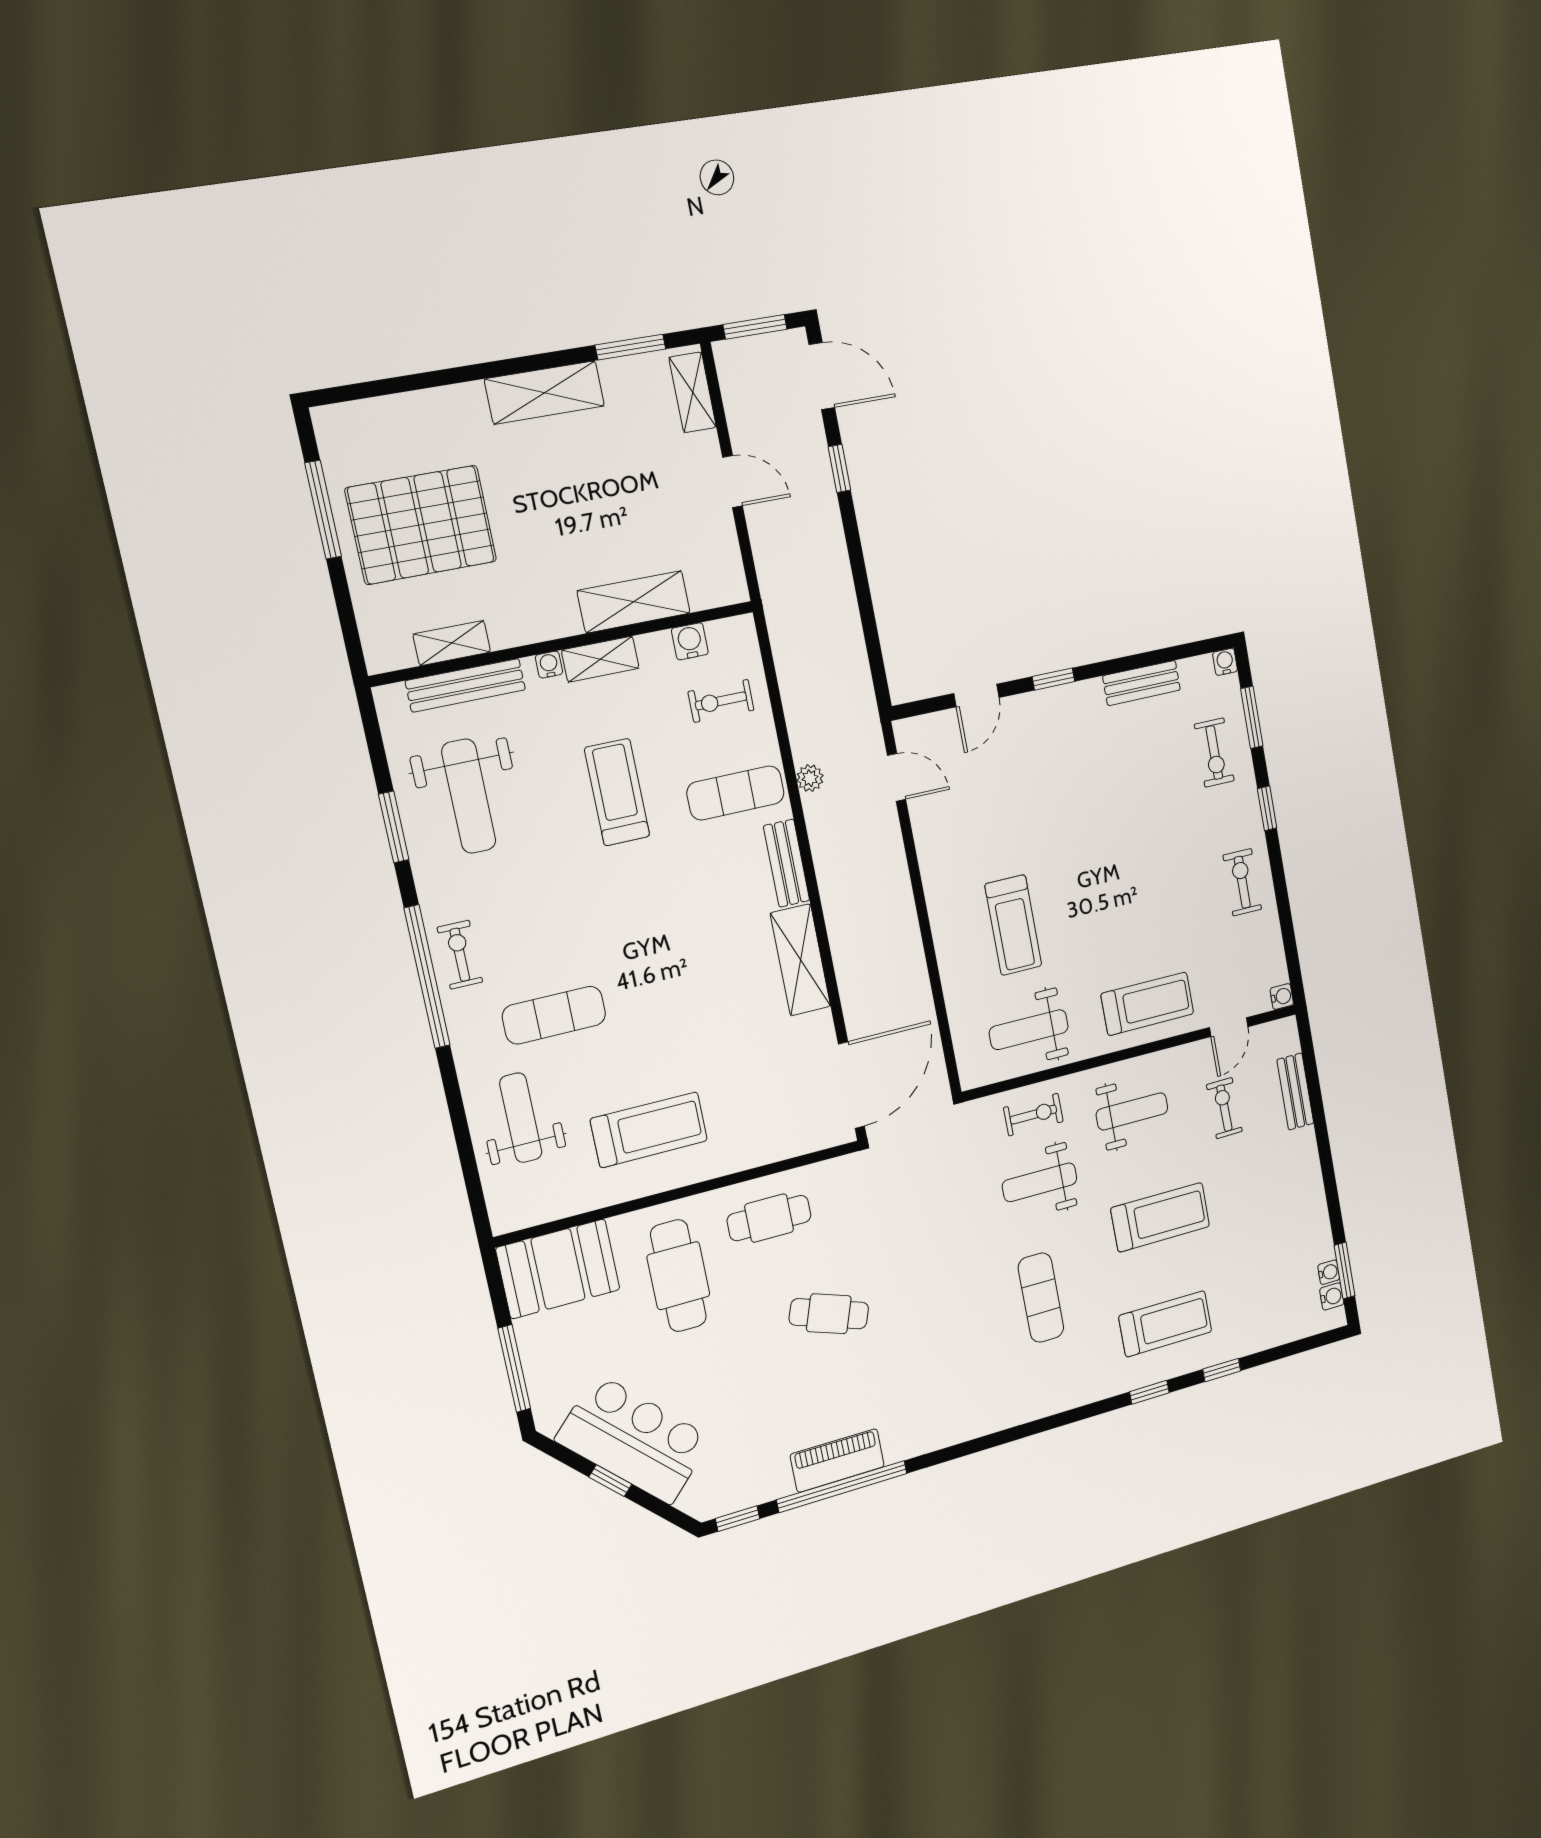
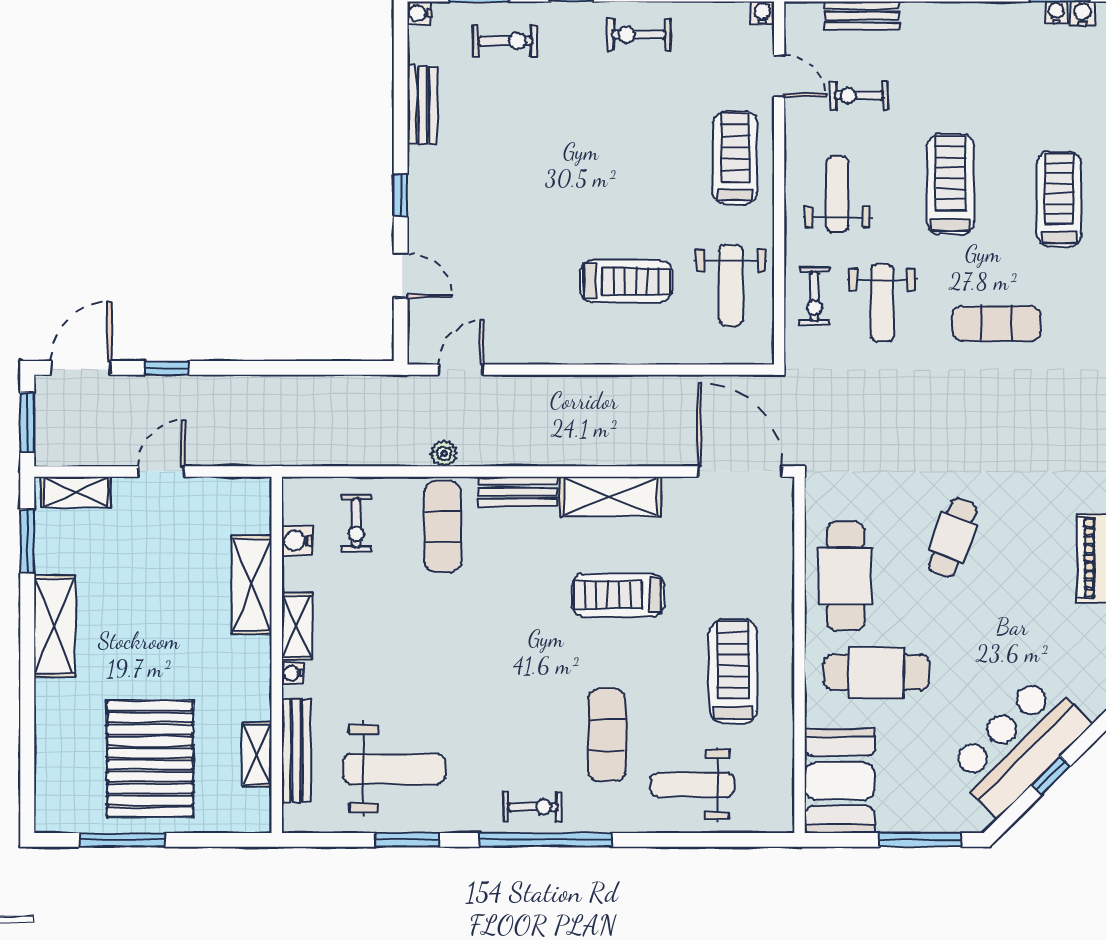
treadmill: (617, 792) -> (618, 595), moved
exercise bike: (460, 955) -> (533, 807), turned 180
exercise bike: (1033, 1115) -> (814, 296), turned 180
cafe table: (769, 1218) -> (845, 576), width x1.37, depth x1.35

